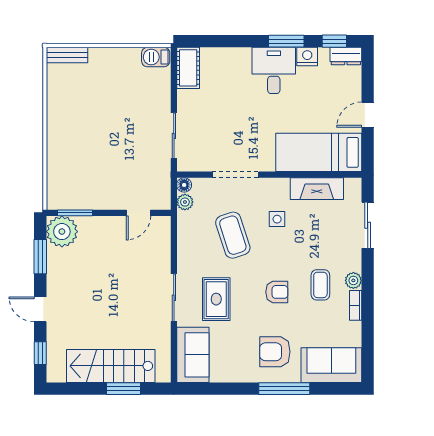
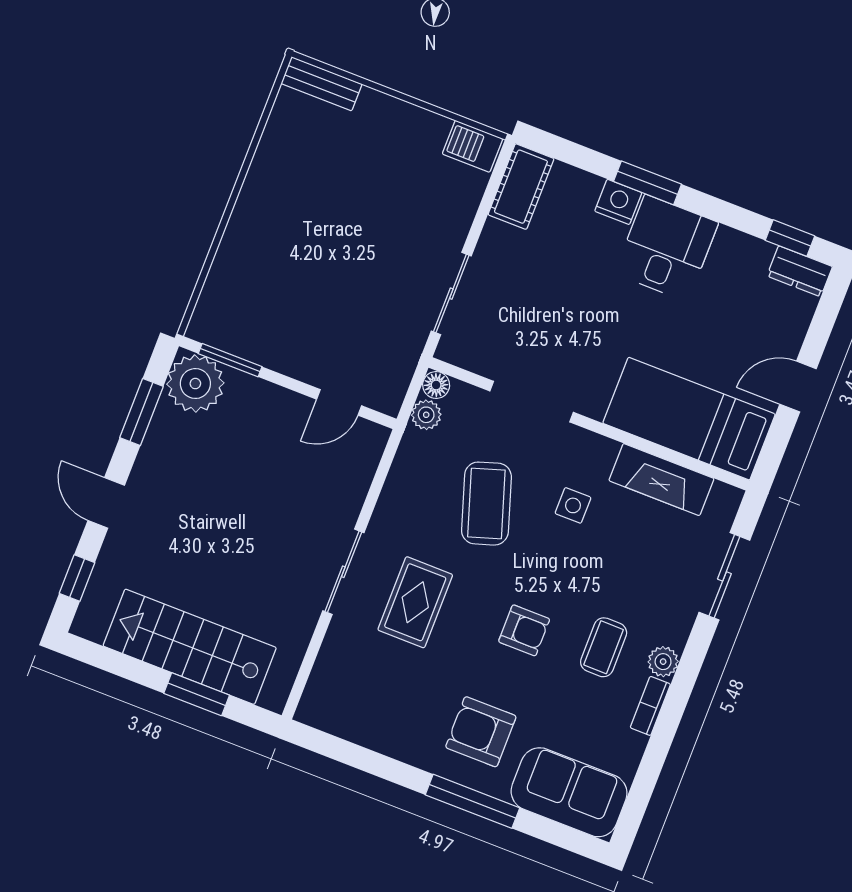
window: (286, 41) -> (647, 183), moved
nightstand: (307, 57) -> (618, 202), moved
sofa: (193, 355) -> (338, 682), removed

